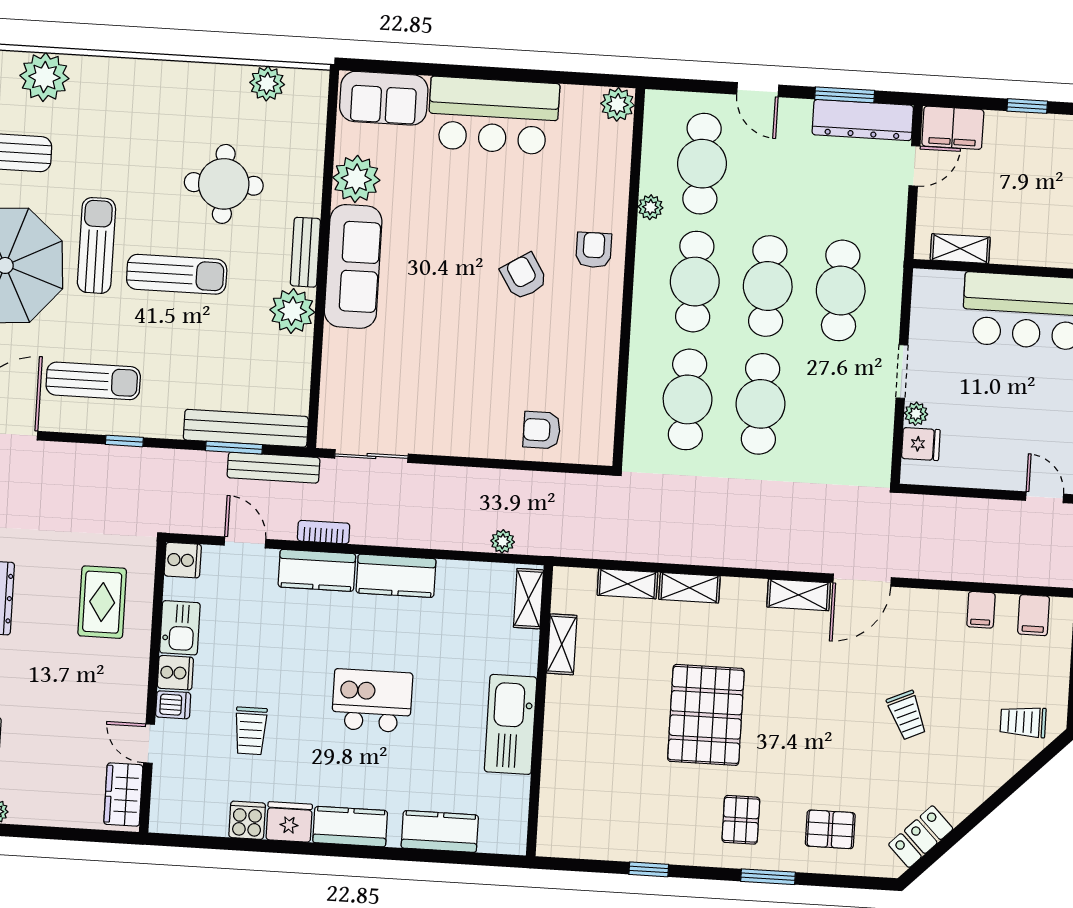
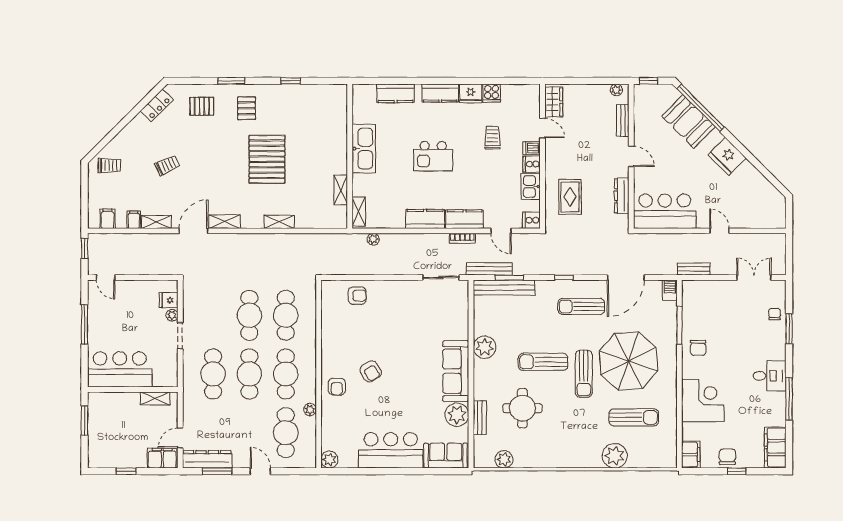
bench: (305, 252) -> (480, 418), moved
shelving: (627, 584) -> (156, 222), moved
trolley: (907, 715) -> (167, 165), turned 89

